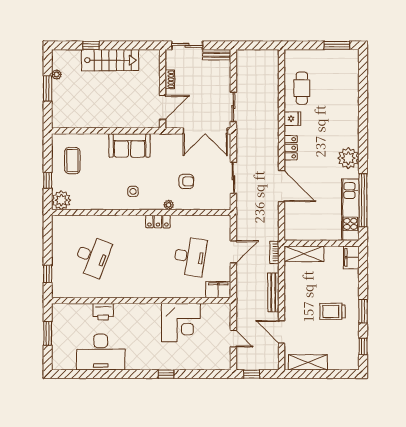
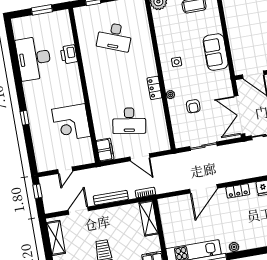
plant: (348, 158) -> (234, 247), width x0.53, depth x0.53

